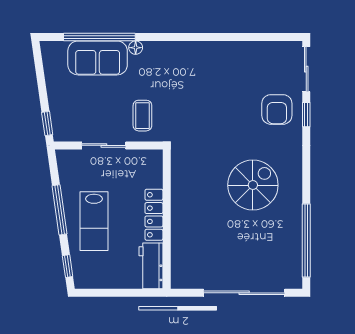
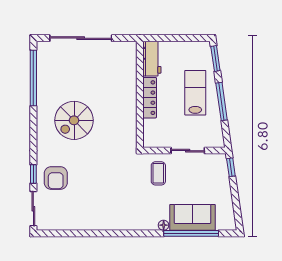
armchair: (277, 109) -> (56, 178), turned 180
window: (68, 266) -> (215, 59), width x1.50

